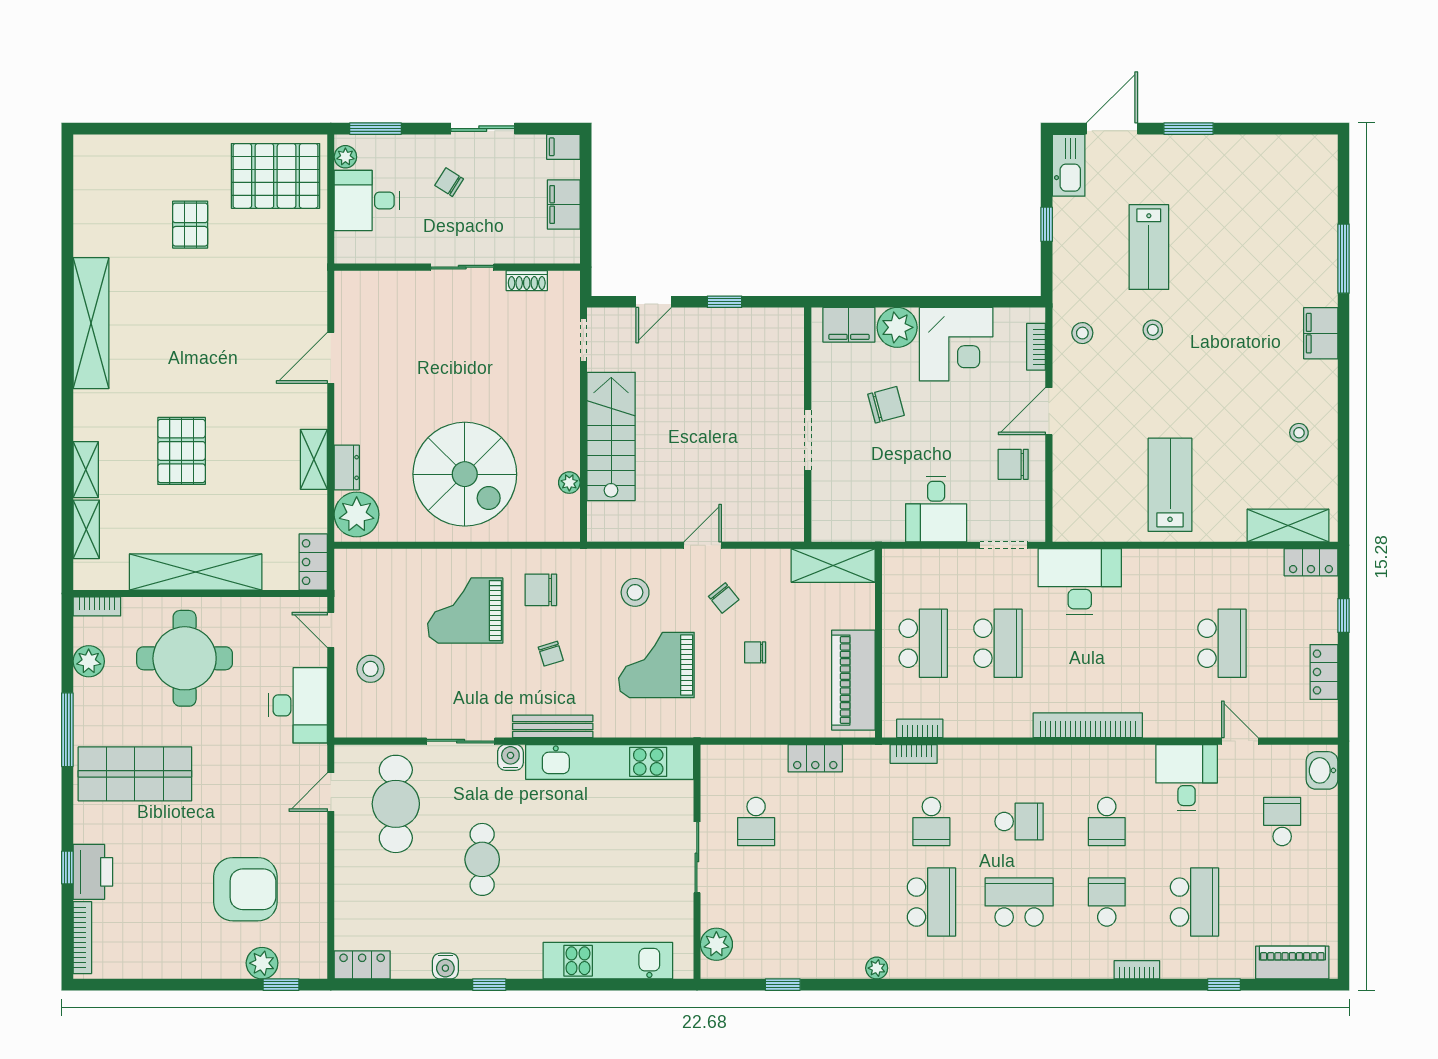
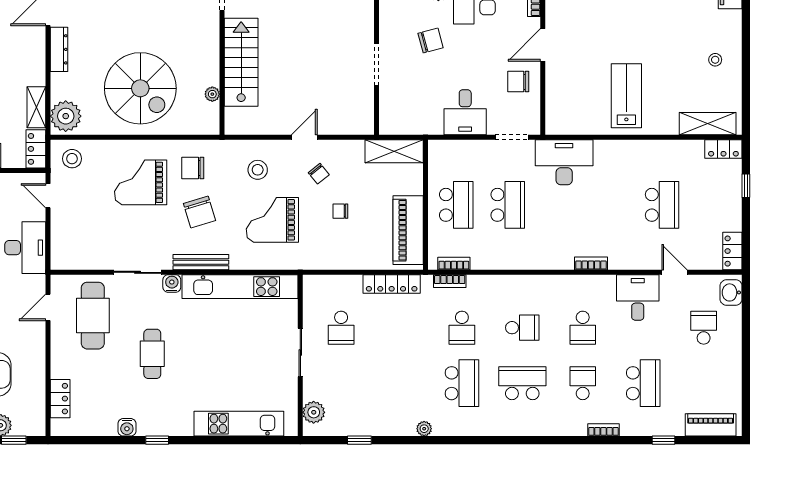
shelving: (314, 459) -> (36, 107), moved
dresser: (347, 468) -> (59, 49), moved, width x1.44
chair: (551, 654) -> (200, 212), width x1.87, depth x1.87
stool: (370, 669) -> (72, 159), moved
locker: (1324, 672) -> (732, 251), moved
bookcase: (1088, 725) -> (591, 263), width x0.43, depth x0.76
locker: (815, 758) -> (392, 284), width x1.53
locker: (362, 965) -> (60, 399), moved, turned 90

